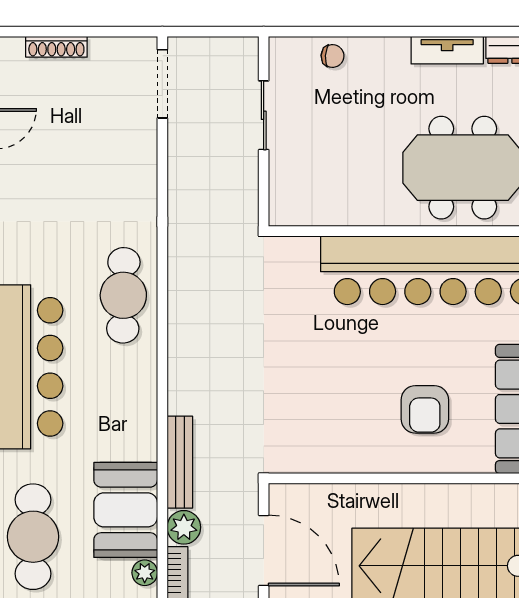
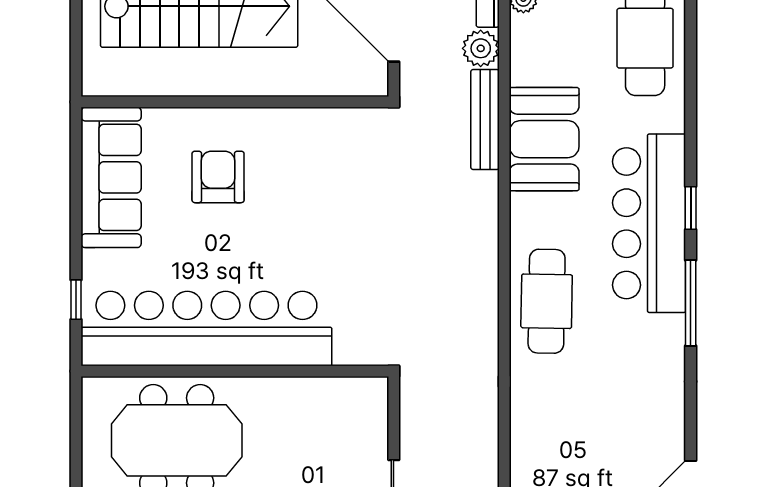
booth: (126, 510) -> (544, 139), moved

